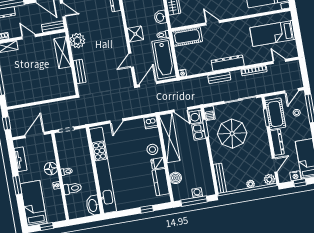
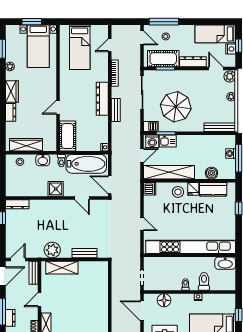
floor lamp: (51, 169) -> (164, 300), moved

